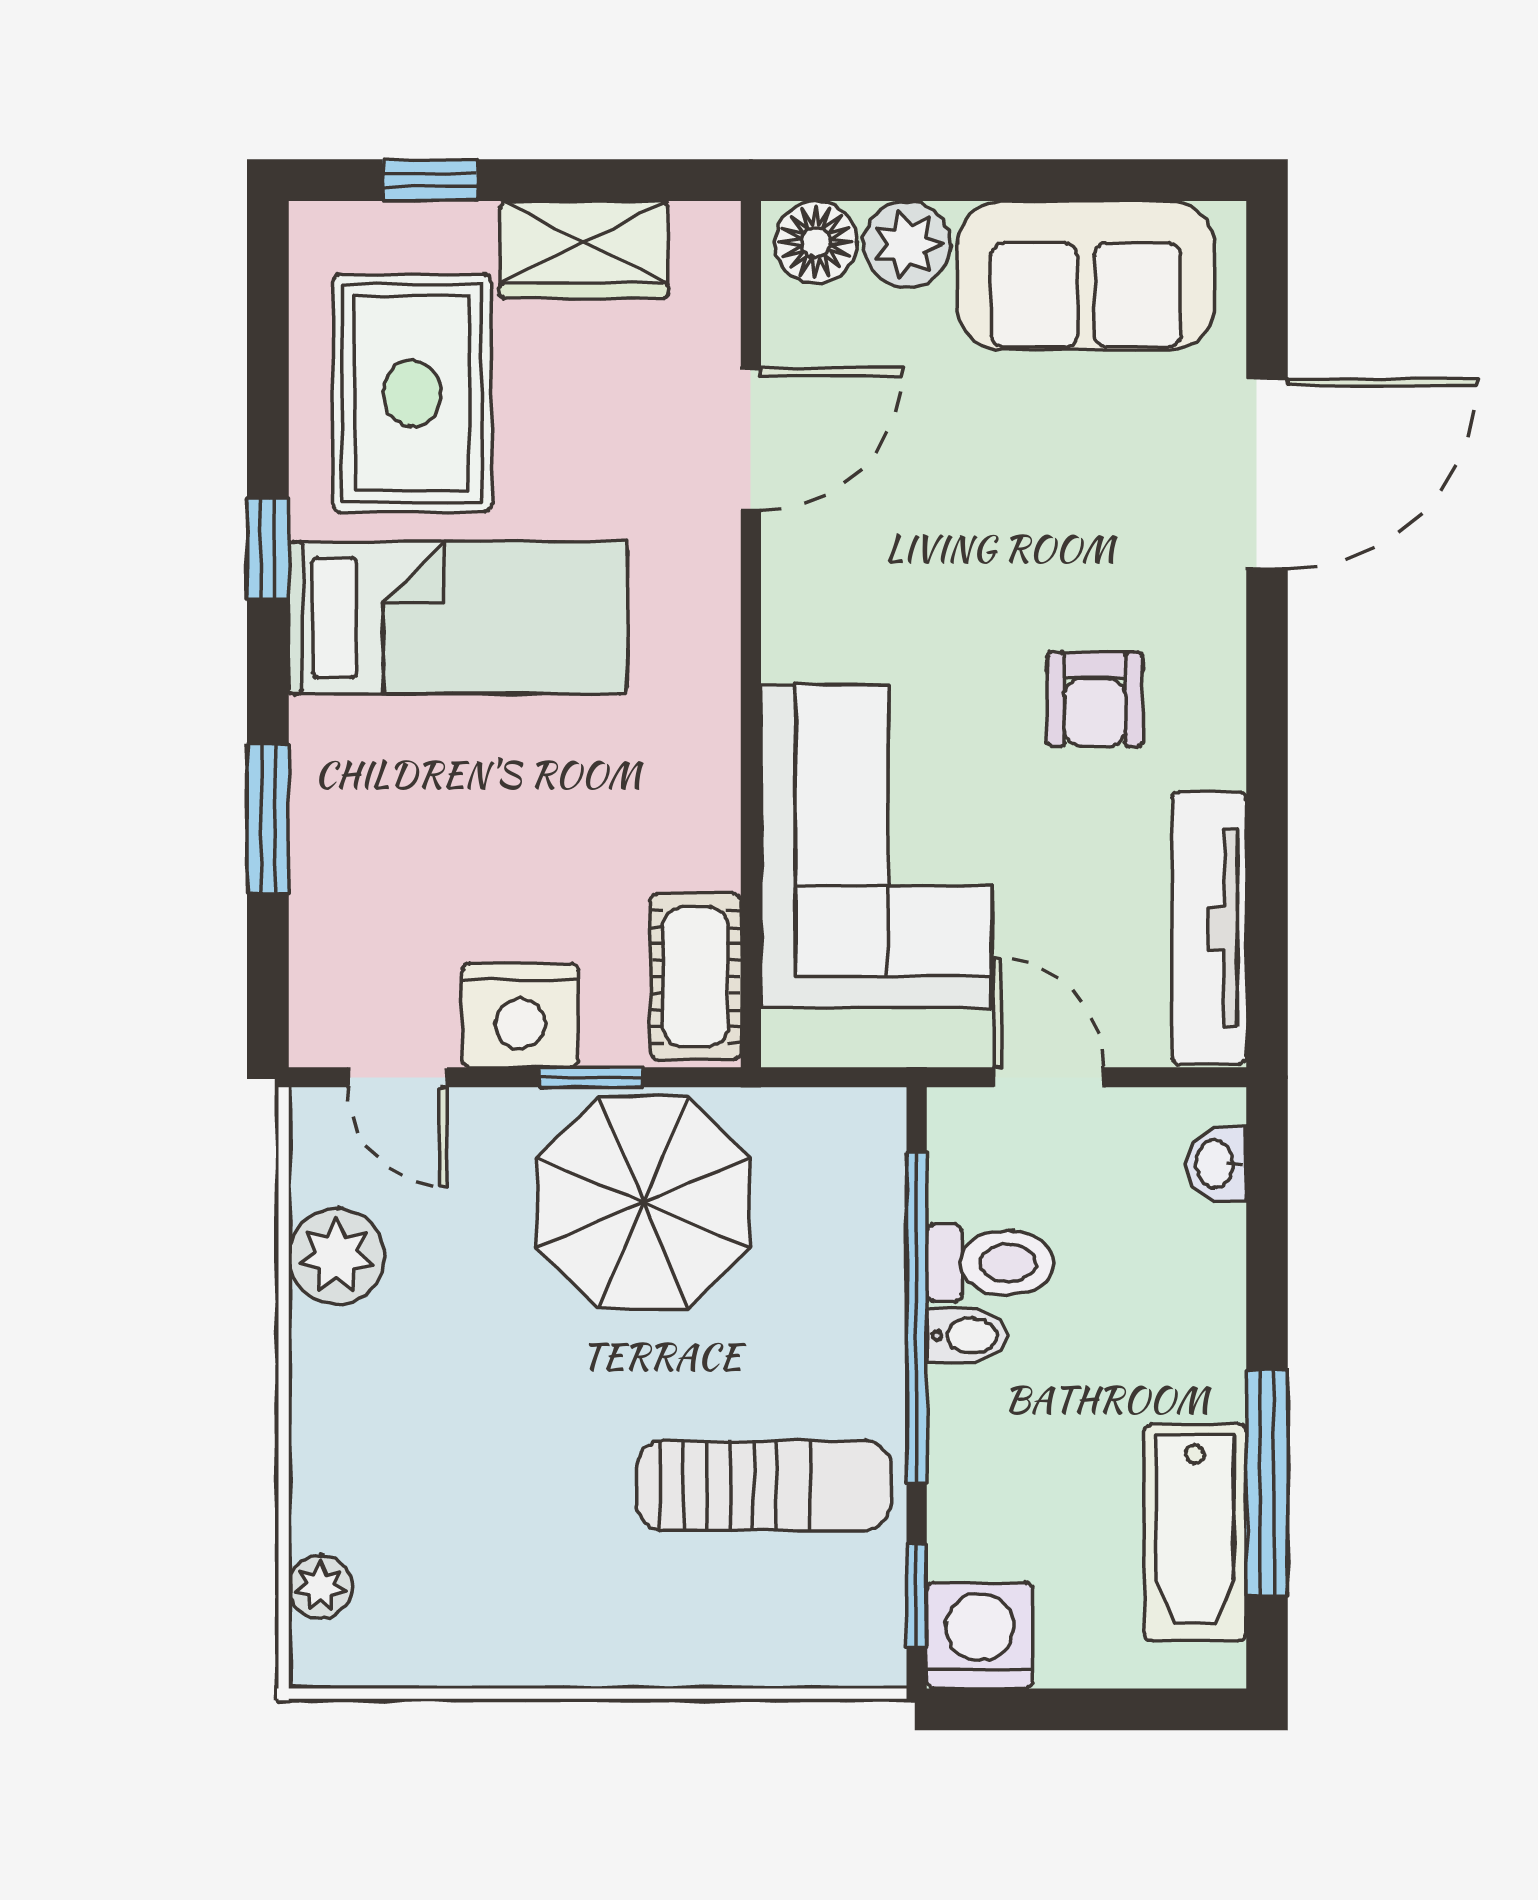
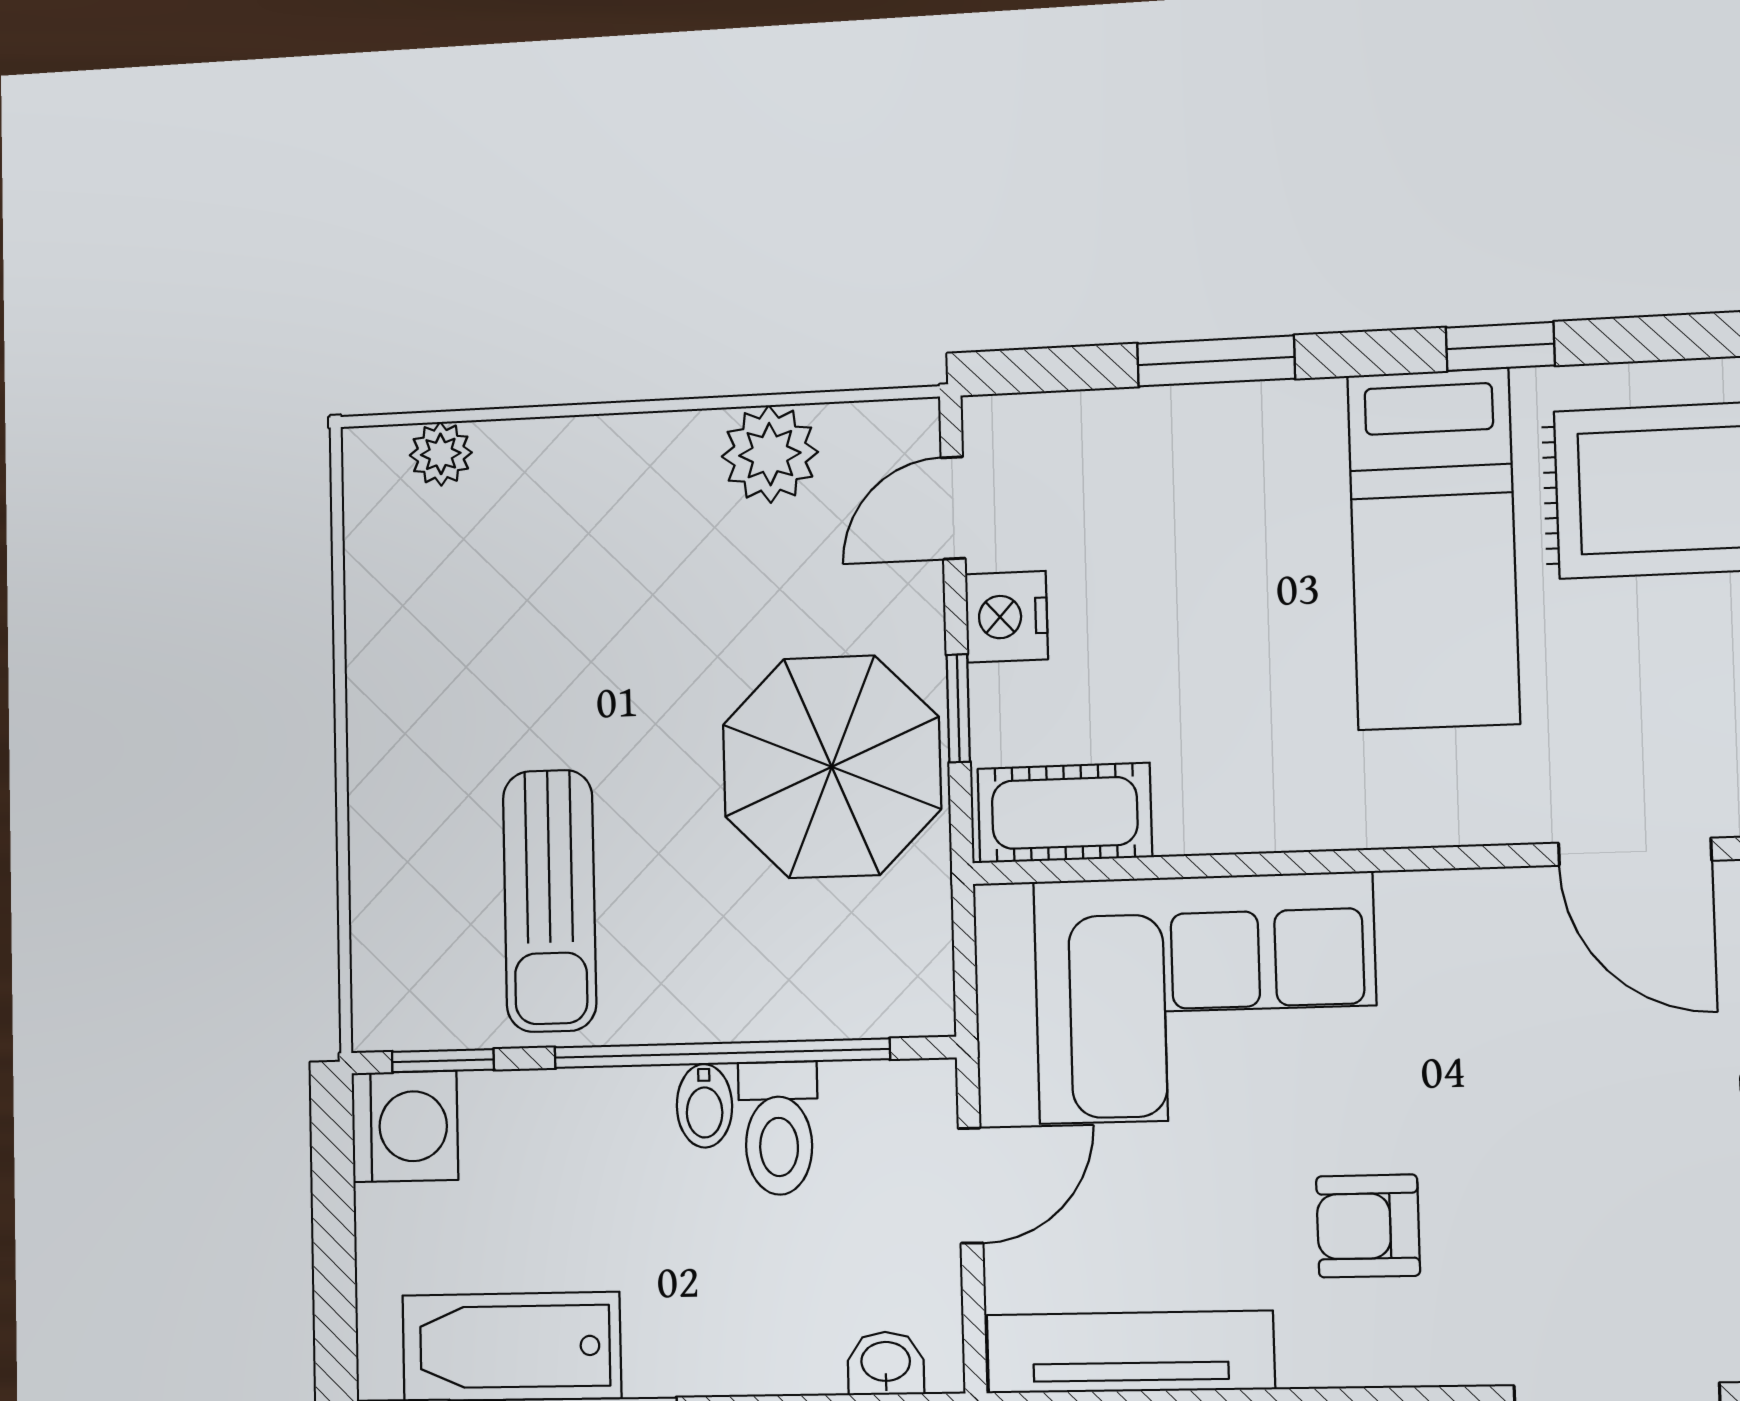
nightstand: (520, 1015) -> (1006, 617), width x0.74, depth x0.75

